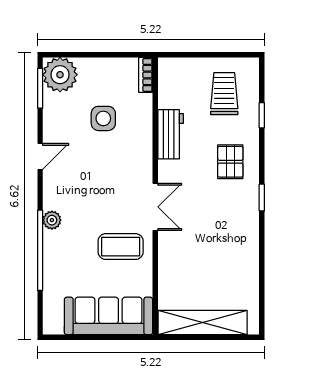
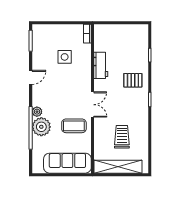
plant: (60, 75) -> (41, 127), moved
trolley: (224, 94) -> (122, 137), moved
pallet: (230, 162) -> (133, 80), turned 90

